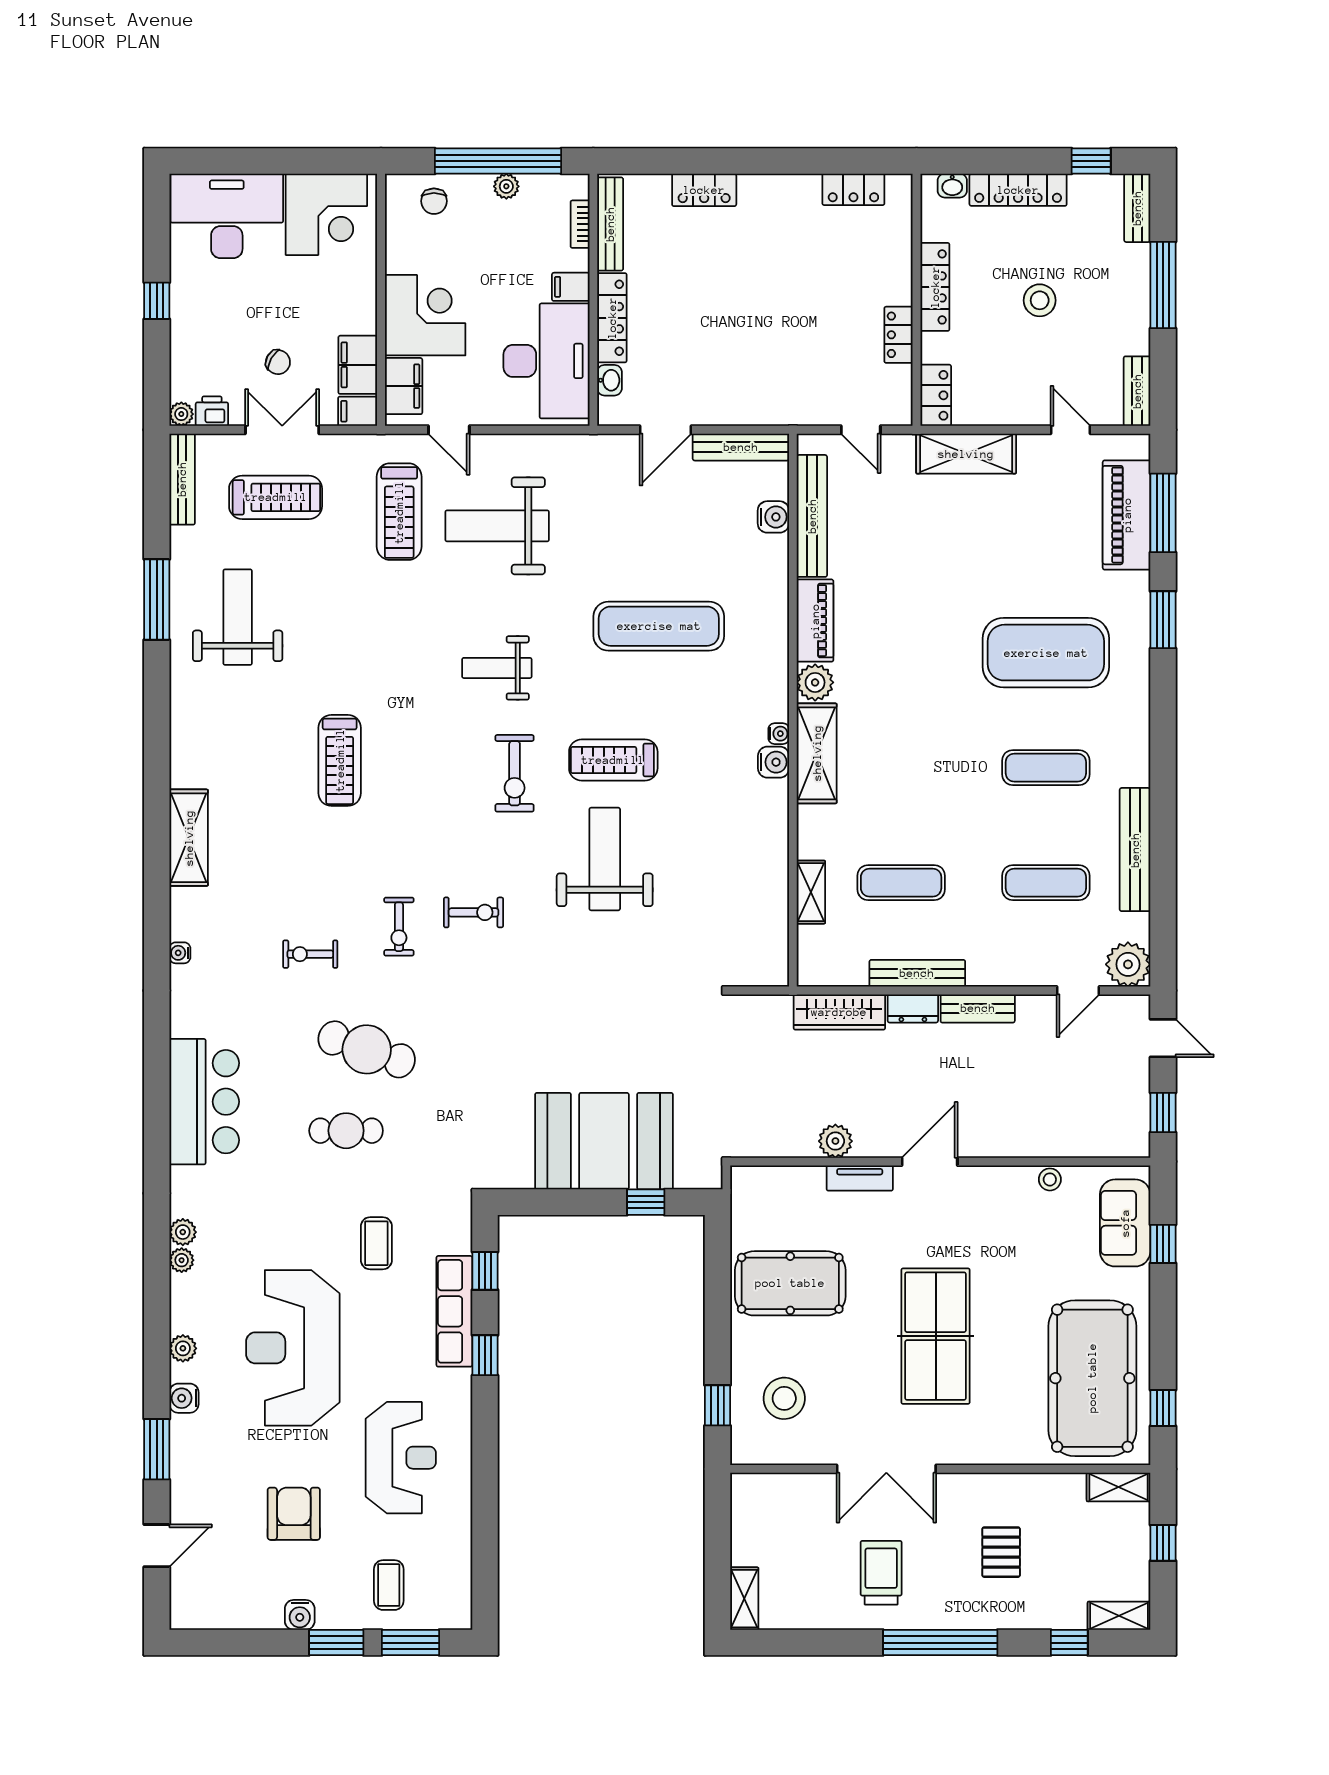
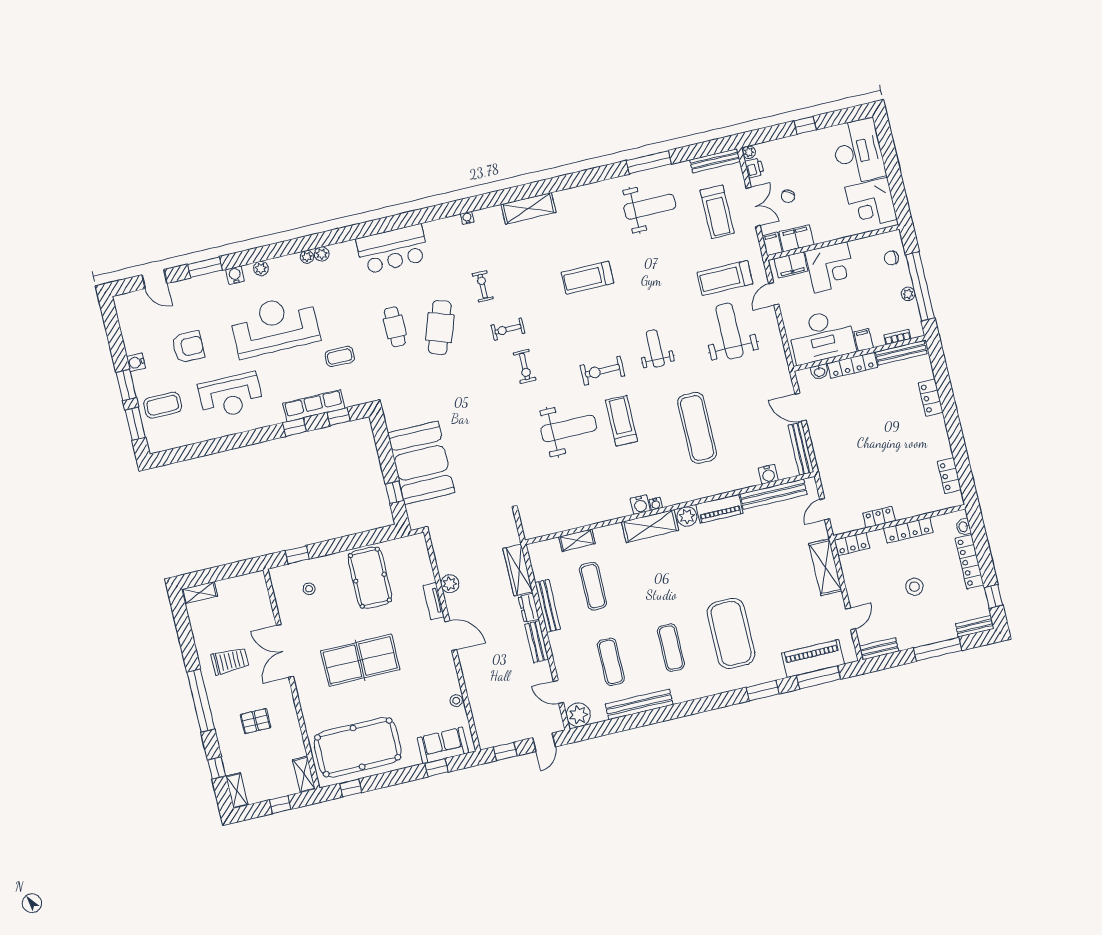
stool: (784, 1398) -> (309, 589), width x0.53, depth x0.53
coffee table: (389, 1585) -> (163, 405), width x1.36, depth x1.30

